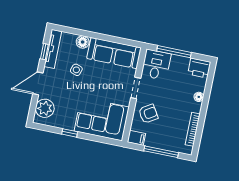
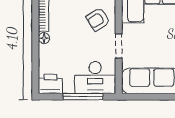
desk: (156, 65) -> (95, 78), width x1.37
floor lamp: (199, 97) -> (44, 38), moved

